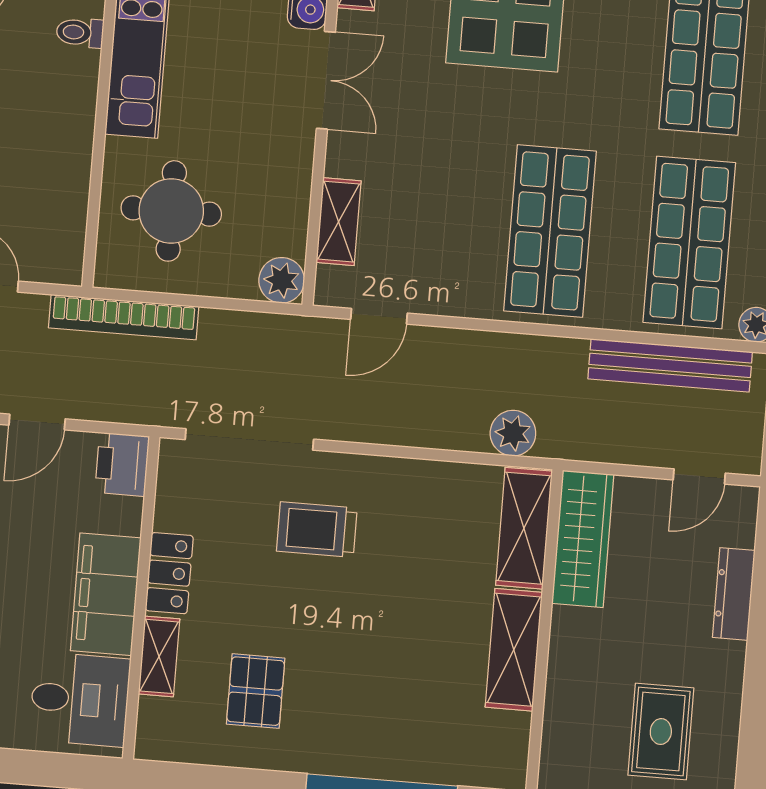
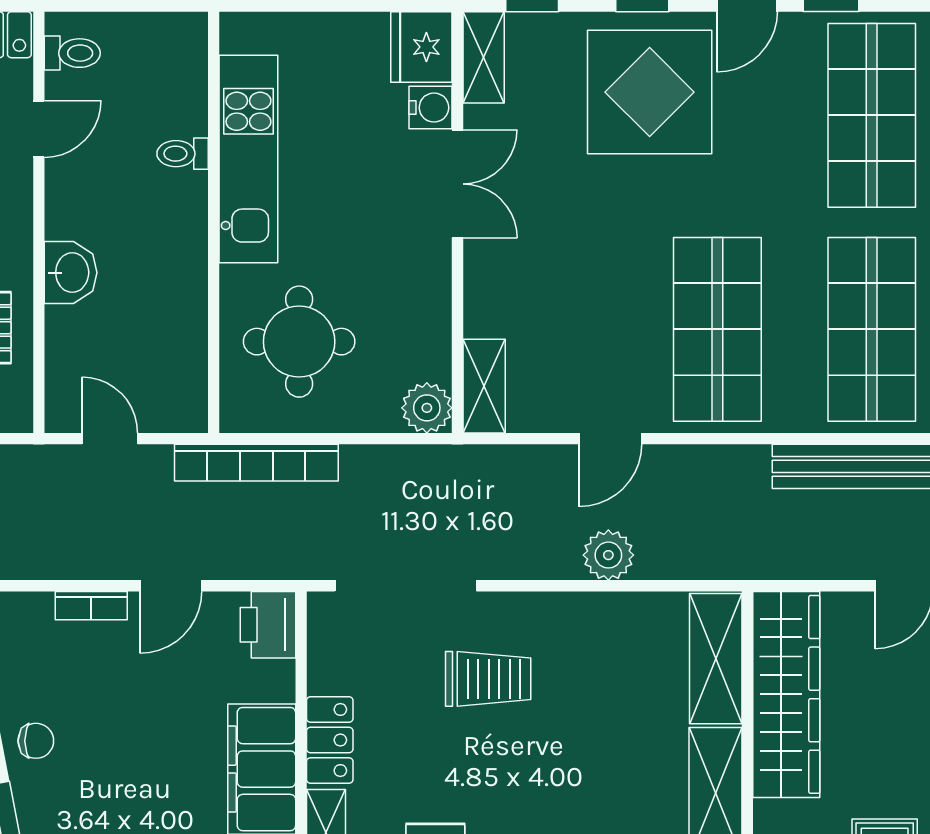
shelving: (339, 222) -> (484, 386), moved
door: (379, 316) -> (610, 439), moved
plant: (513, 433) -> (608, 555), moved
trolley: (317, 530) -> (488, 679), turned 180
wardrobe: (583, 539) -> (786, 694), width x1.40, depth x1.17

